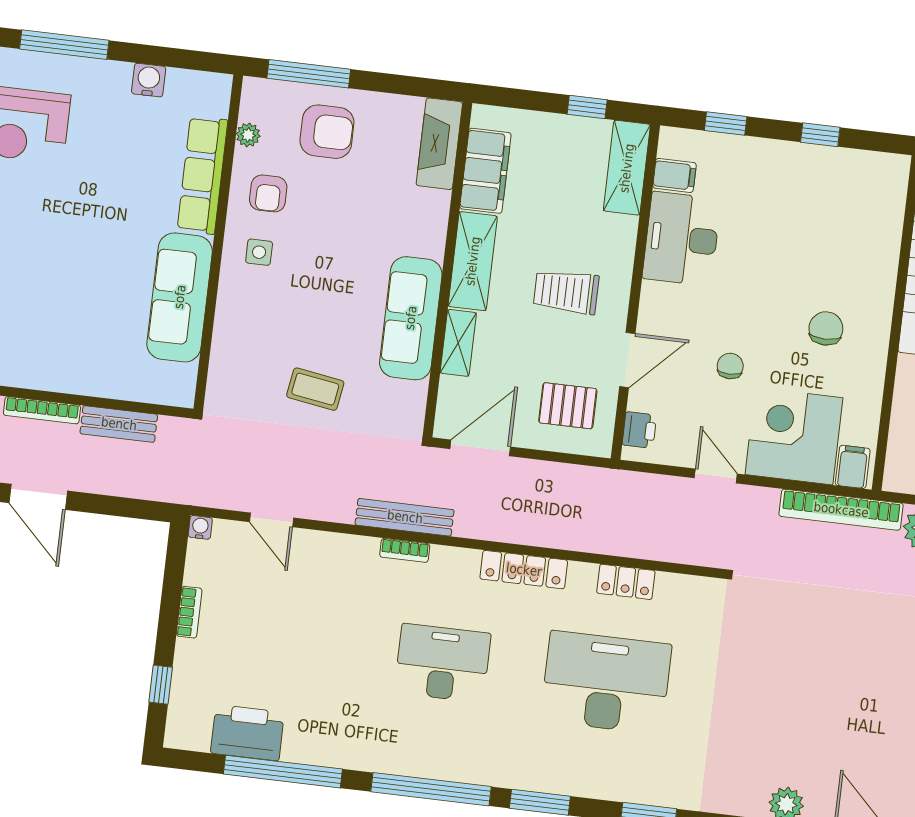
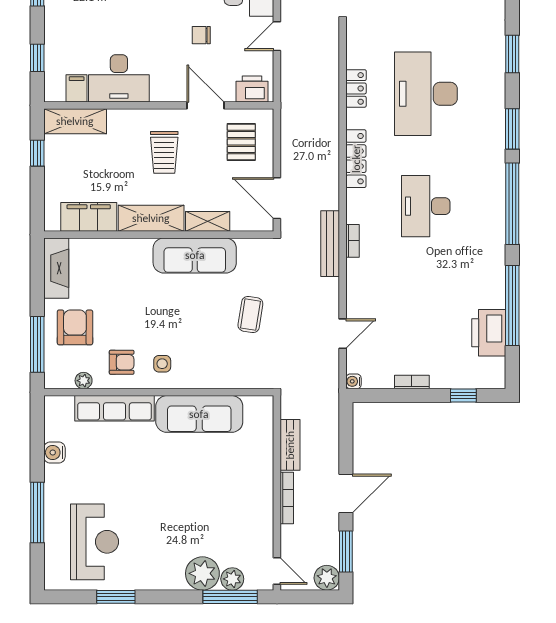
fireplace: (439, 144) -> (56, 268), moved, turned -90
printer: (639, 430) -> (252, 89), width x1.36, depth x1.24

